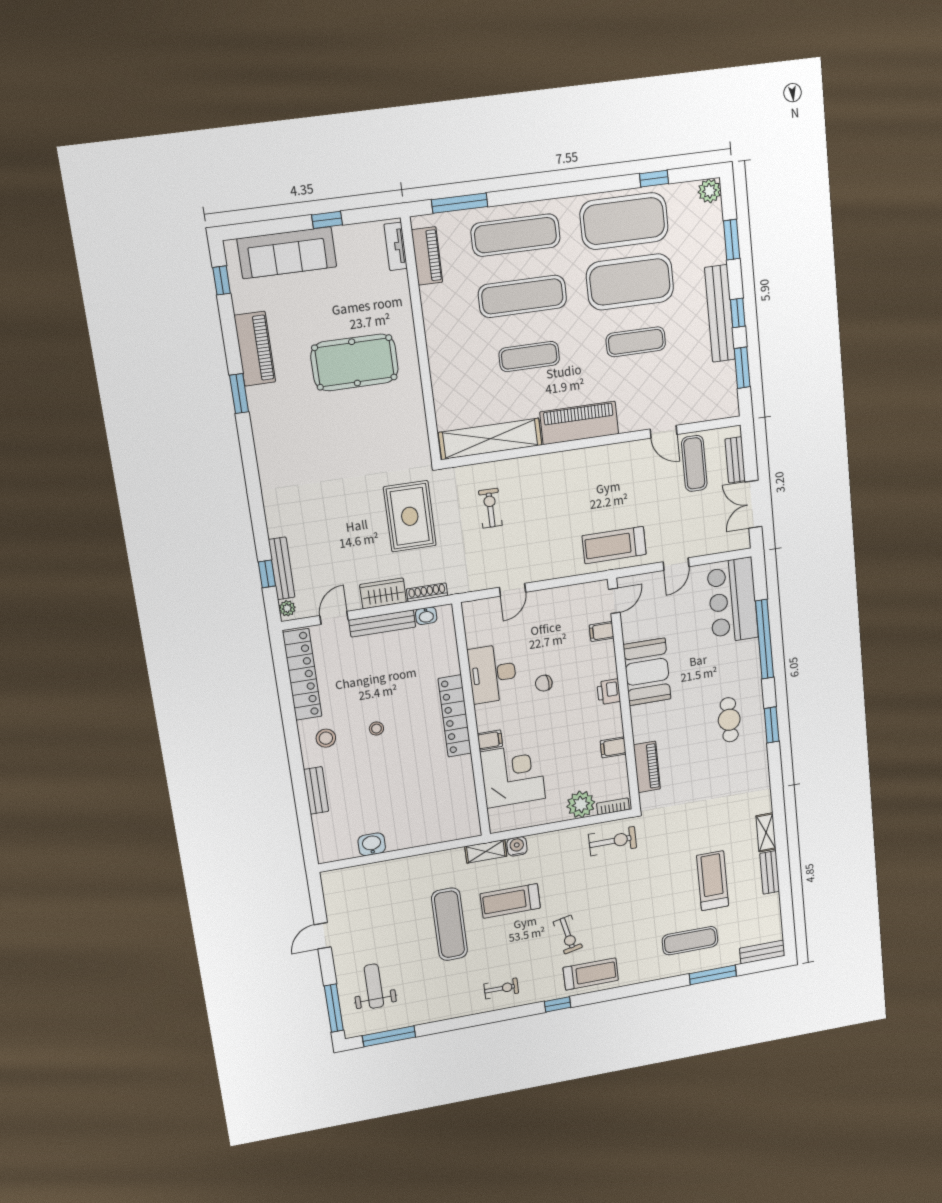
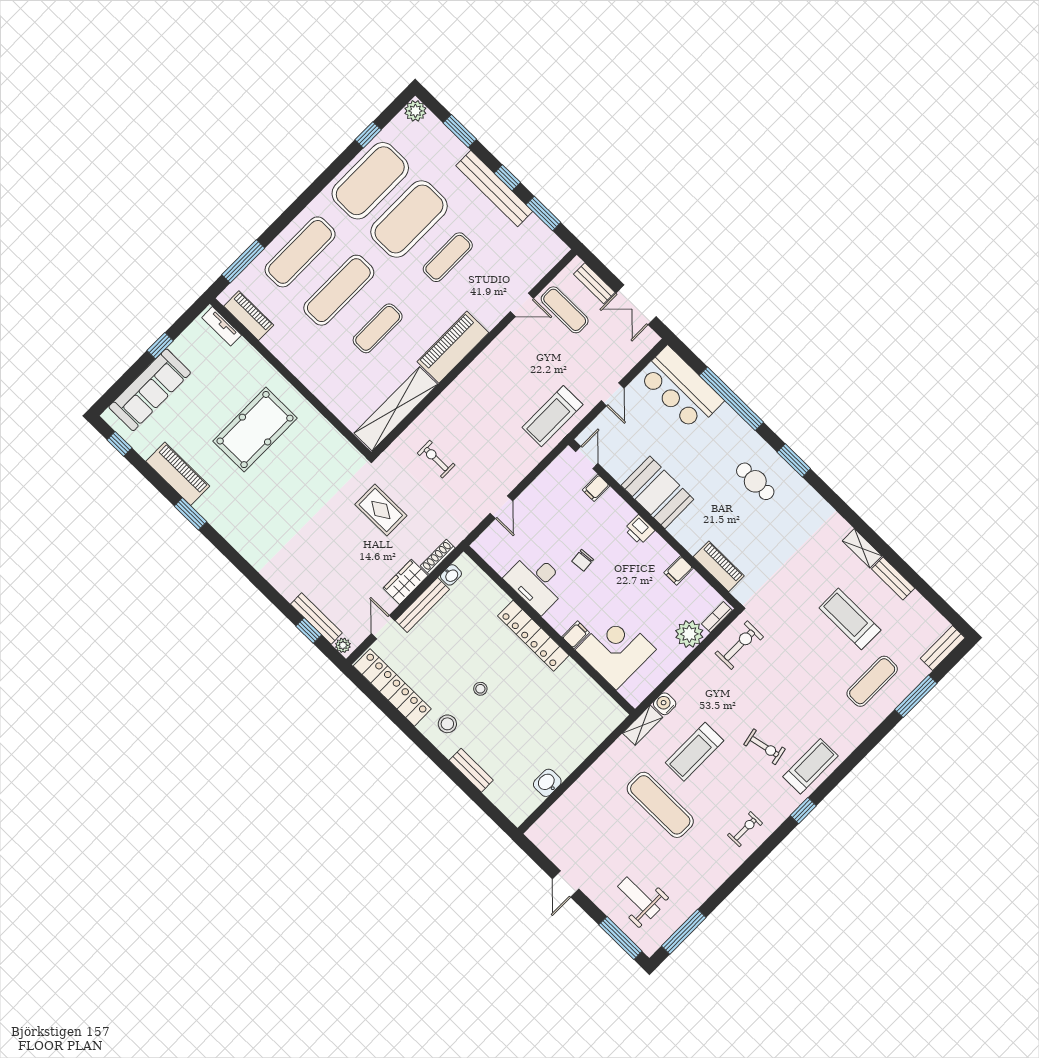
rug: (410, 516) -> (381, 510), width x0.73, depth x0.70

